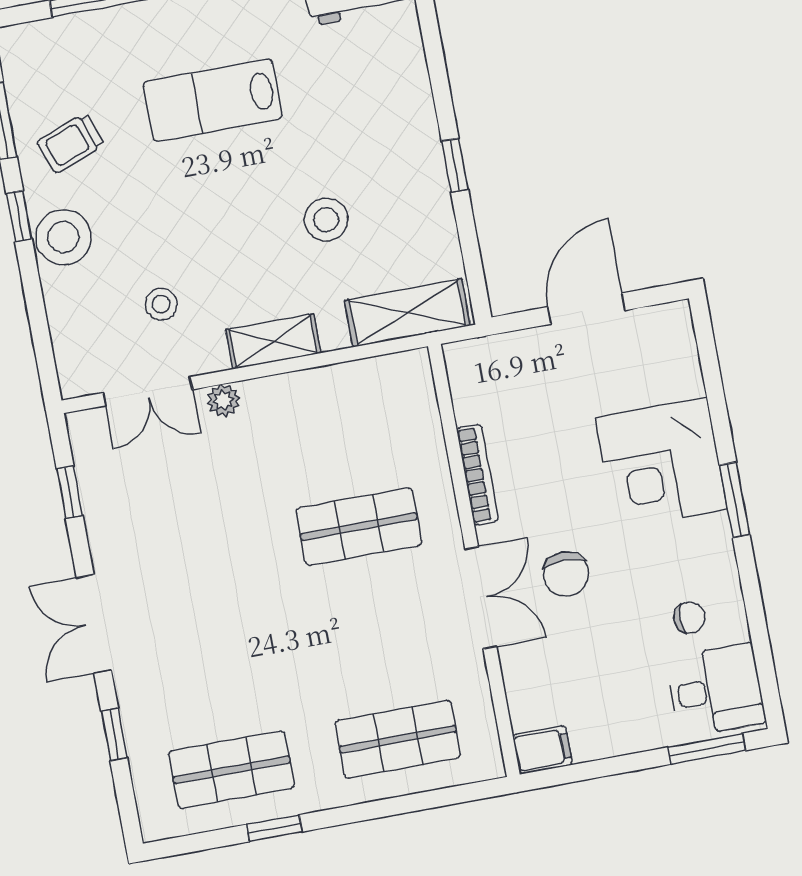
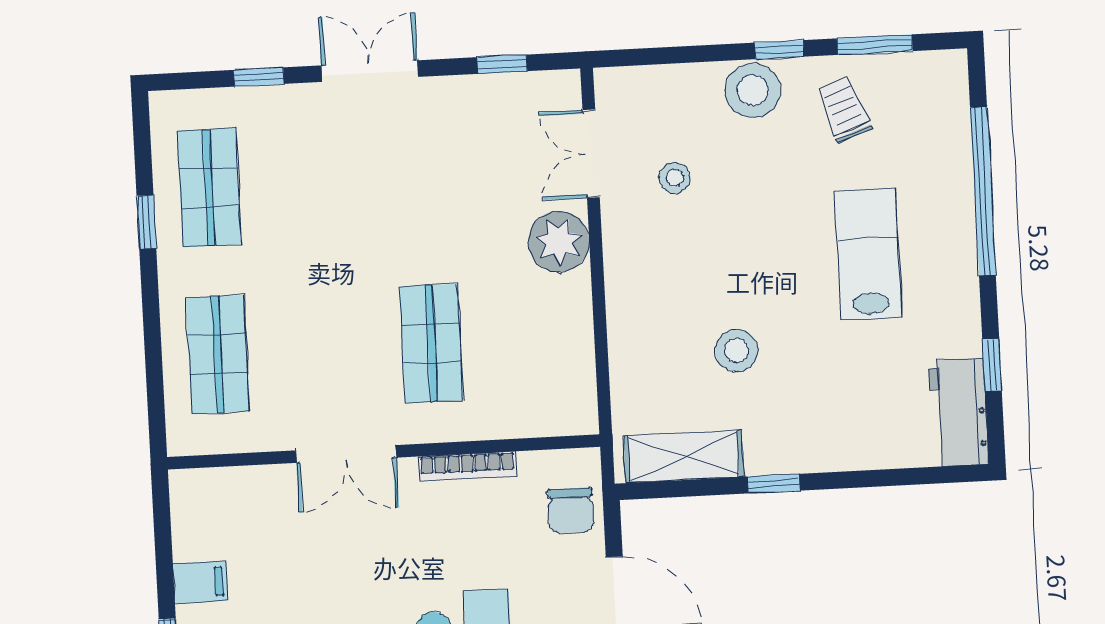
shelving: (407, 313) -> (684, 456), moved, turned 90
shelving: (273, 341) -> (624, 283), removed
plant: (223, 401) -> (559, 242), width x1.87, depth x1.87
chair: (566, 574) -> (571, 510), moved, turned -90
filing cabinet: (542, 750) -> (200, 582), moved, turned -90

